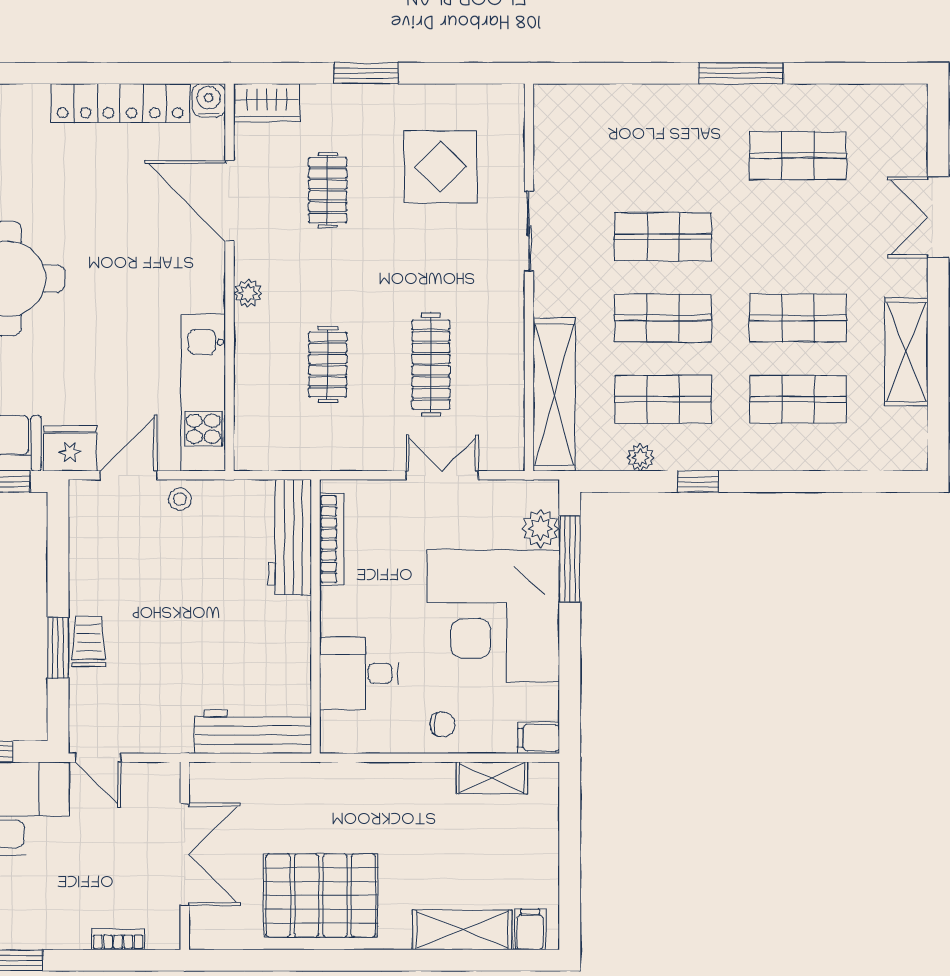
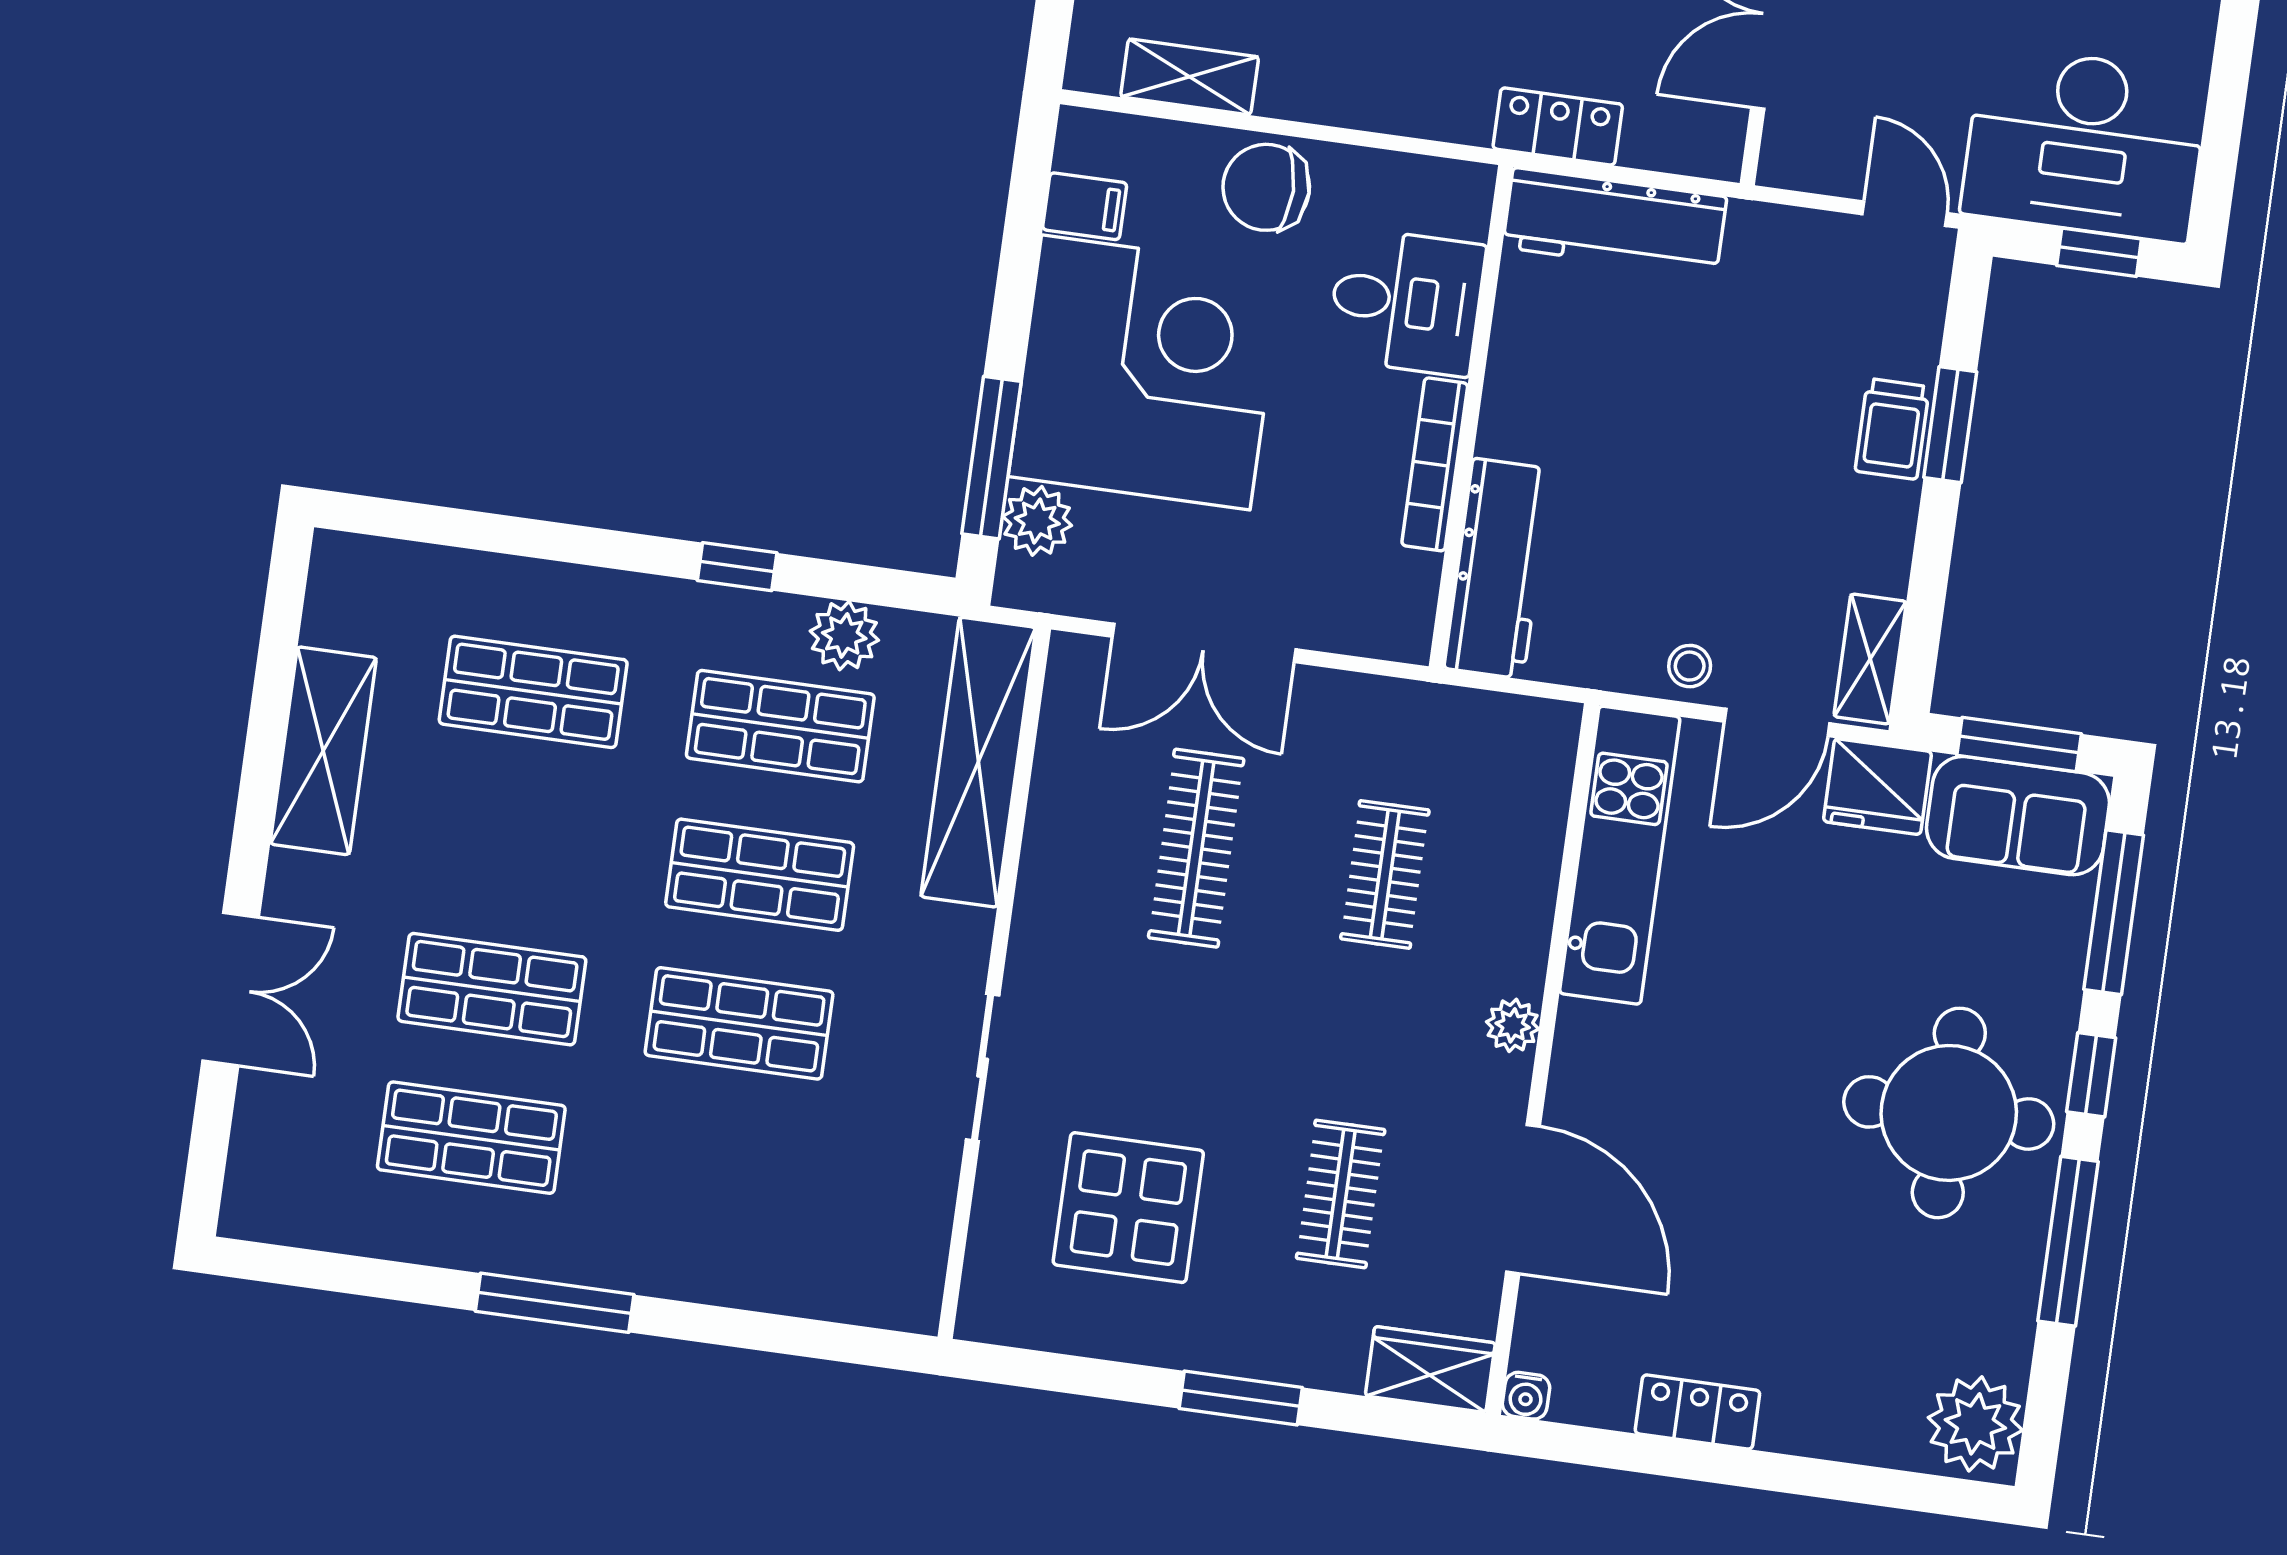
water cooler: (209, 100) -> (1526, 1396), width x0.72, depth x0.72
locker: (120, 103) -> (1697, 1412), width x0.46, depth x0.83
shop shelf: (798, 318) -> (492, 989), moved
plant: (640, 458) -> (844, 636), width x1.38, depth x1.38
double door: (442, 475) -> (1204, 643), width x1.37
shelving: (84, 516) -> (1870, 659), added
bookcase: (332, 539) -> (1435, 464), moved
chair: (443, 724) -> (1266, 187), width x1.87, depth x1.87
filing cabinet: (538, 738) -> (1085, 206), moved
locker: (291, 779) -> (1558, 126), added

